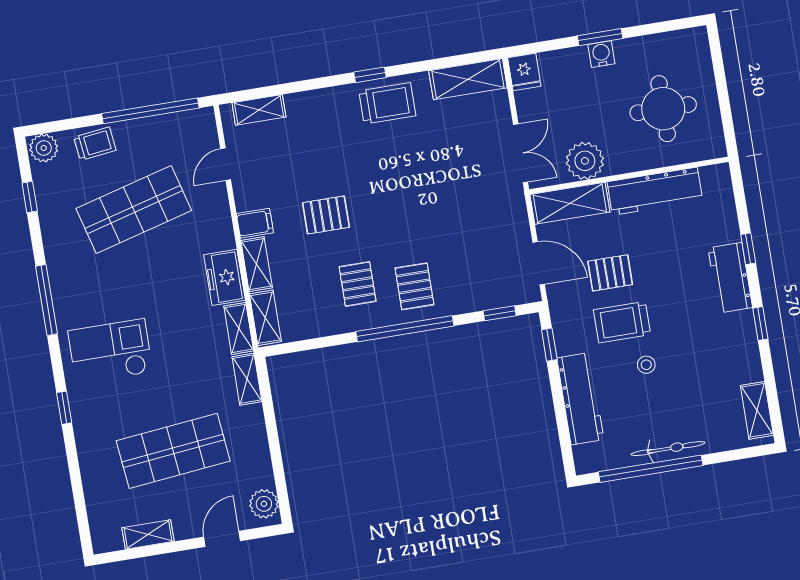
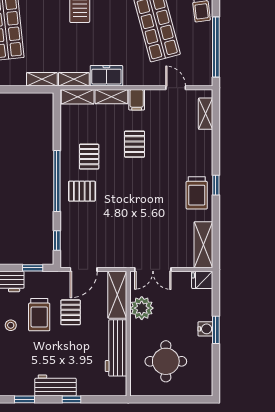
pallet: (358, 284) -> (89, 157), turned 90
trolley: (622, 322) -> (39, 315), turned 180

